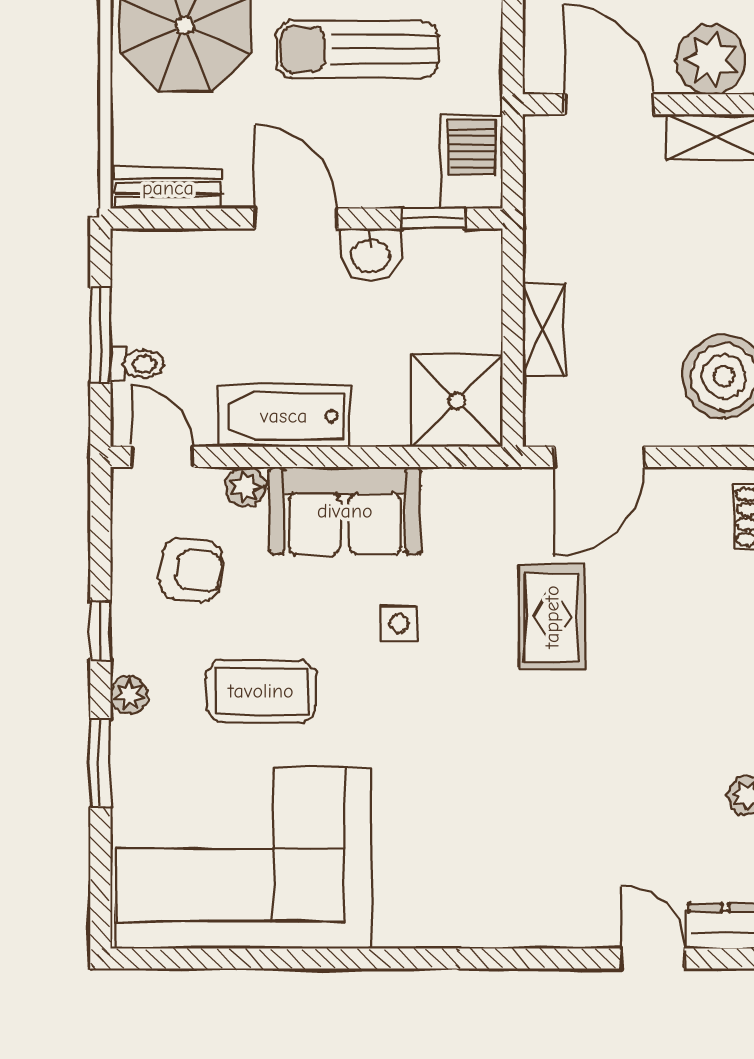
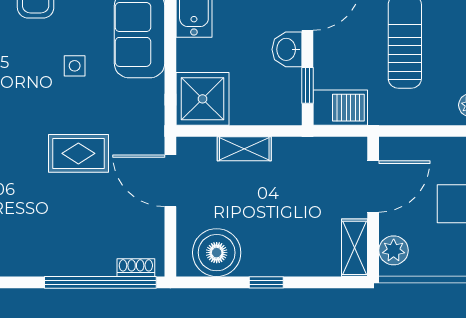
plant: (711, 60) -> (394, 250), width x0.73, depth x0.73

